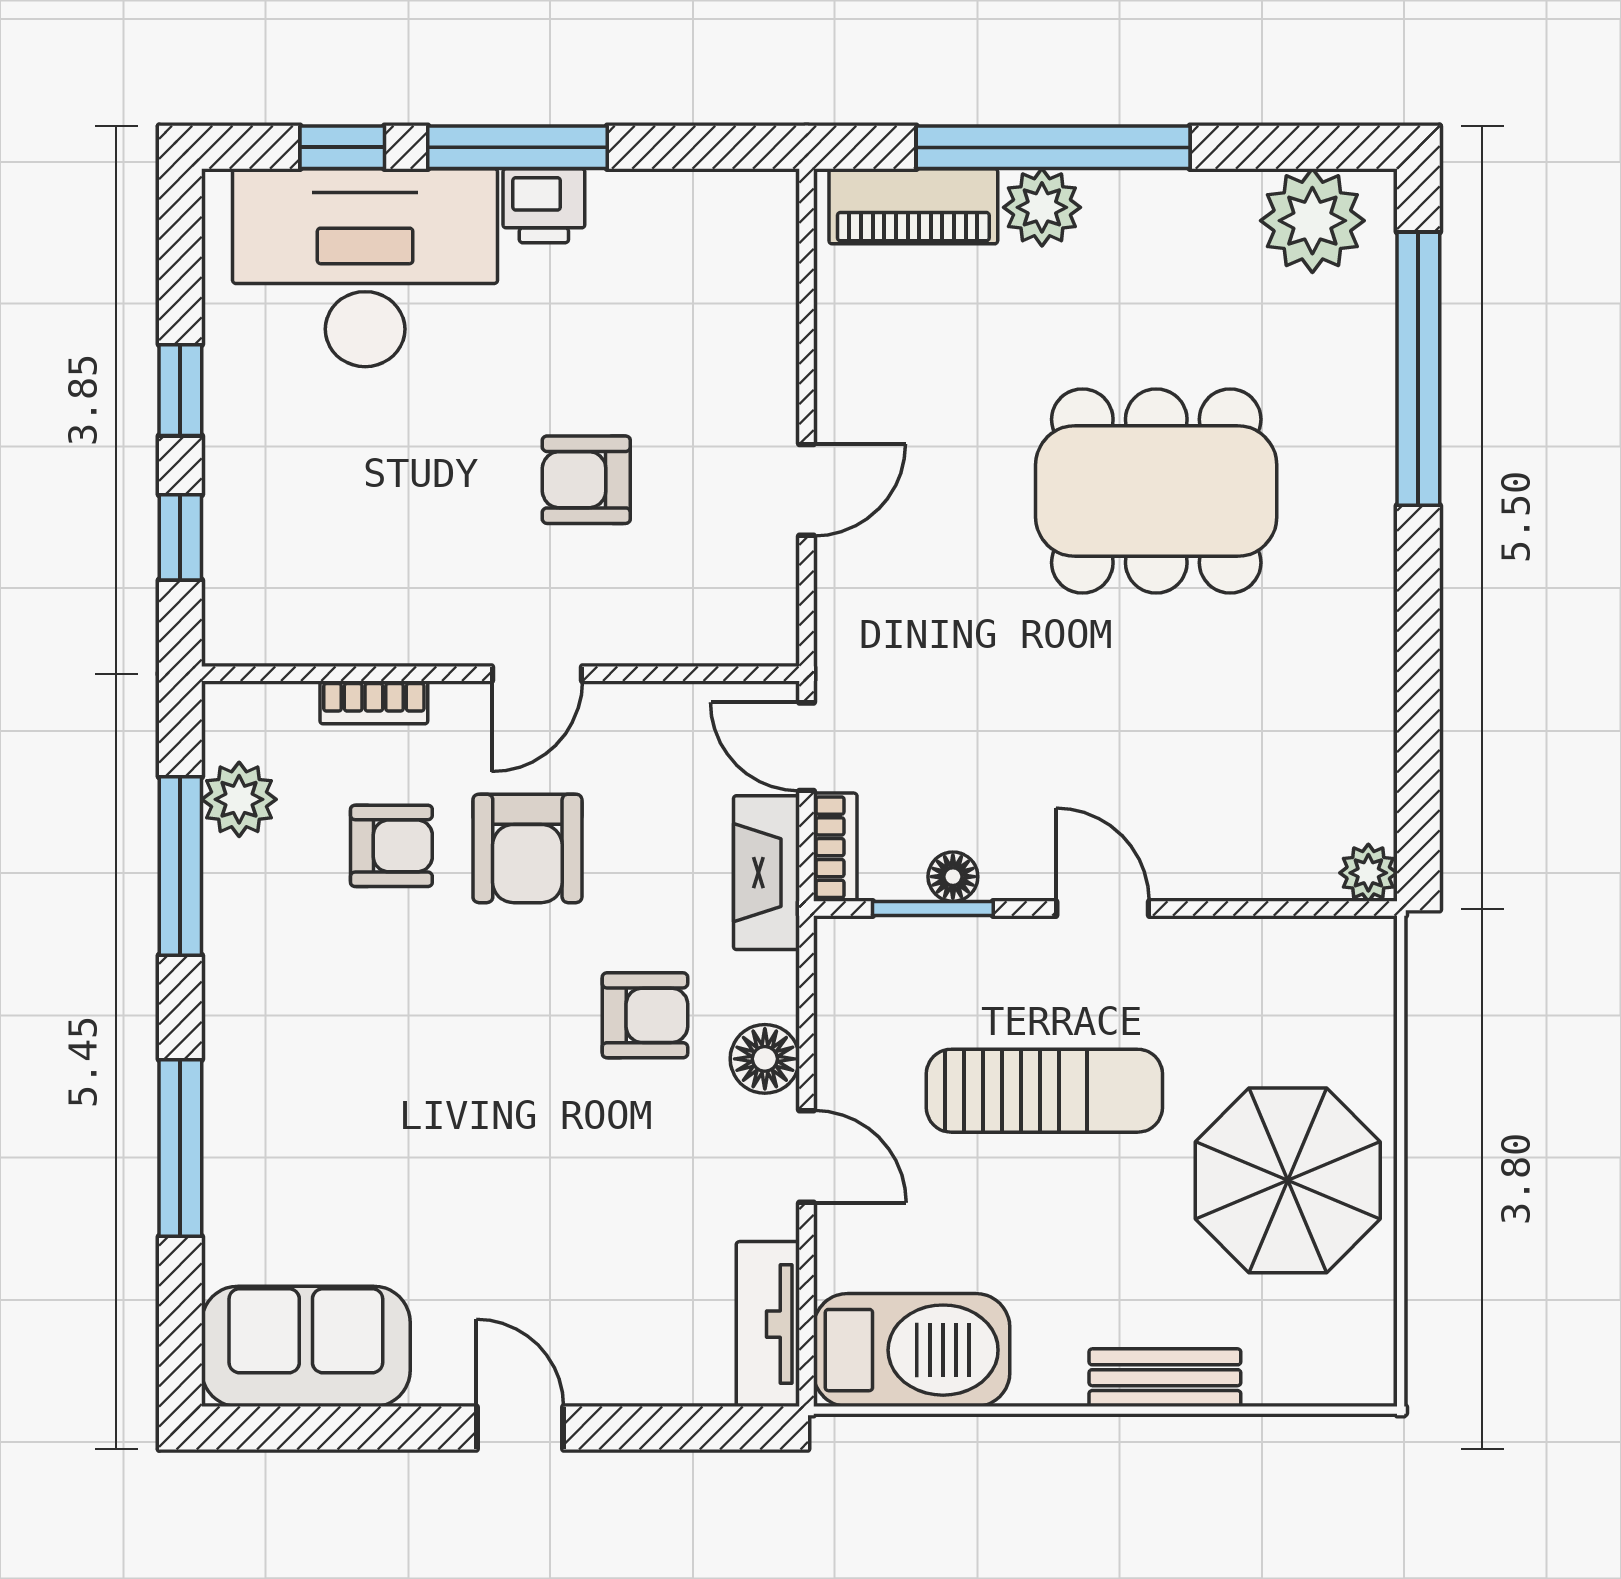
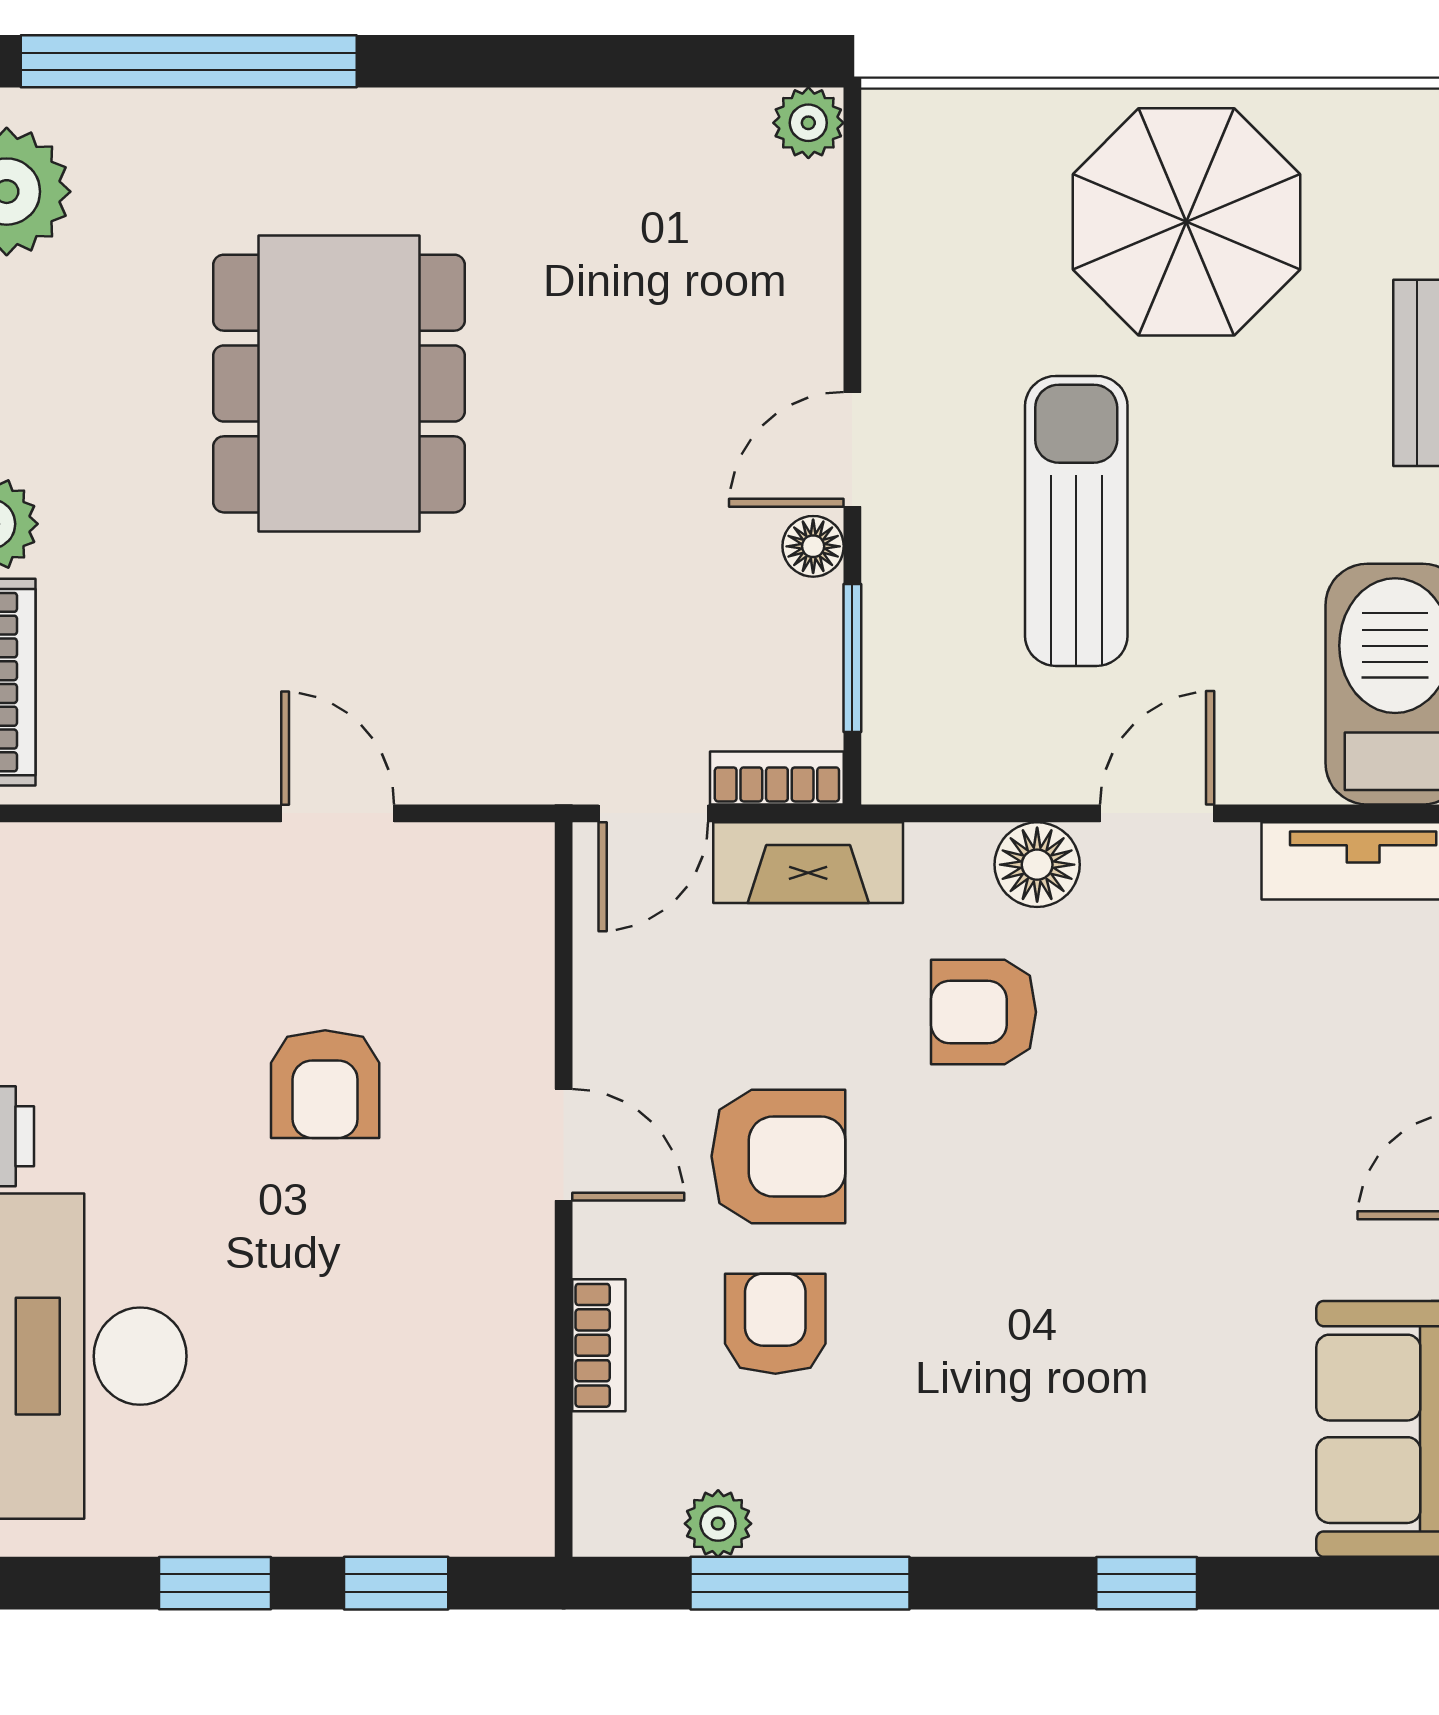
plant: (239, 799) -> (718, 1524), width x0.73, depth x0.73
floor lamp: (953, 877) -> (813, 546), moved
armchair: (645, 1015) -> (984, 1012), turned -90
window: (180, 1148) -> (1147, 1583), width x0.46

